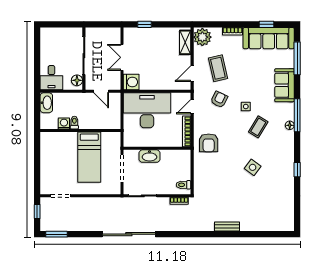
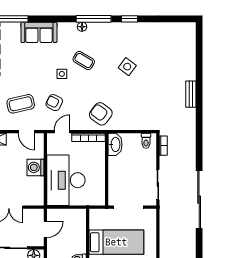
washing machine: (131, 82) -> (35, 167), moved, turned -90
door: (192, 107) -> (62, 132), swing flipped
window: (297, 115) -> (94, 19), moved
armchair: (209, 143) -> (101, 114), turned -143
washbasin: (149, 156) -> (115, 144), moved

